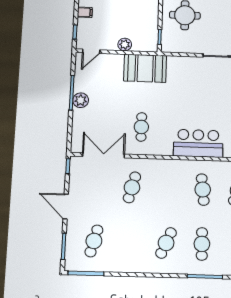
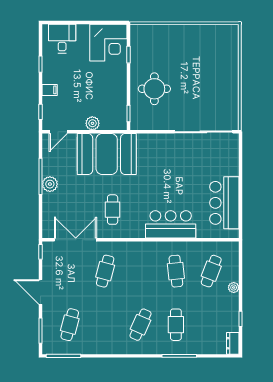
booth: (145, 68) -> (107, 154), width x1.36, depth x1.42

